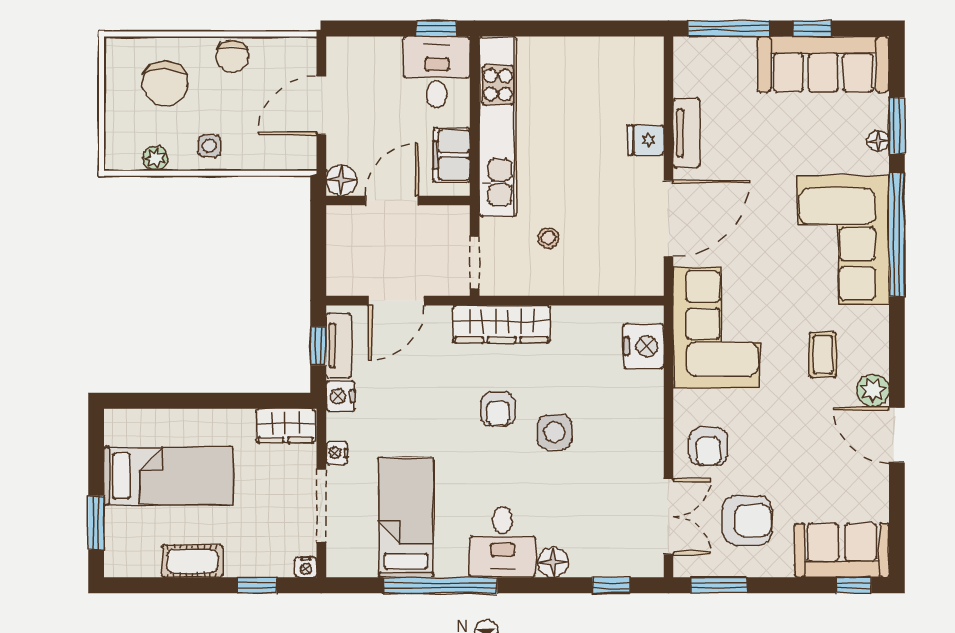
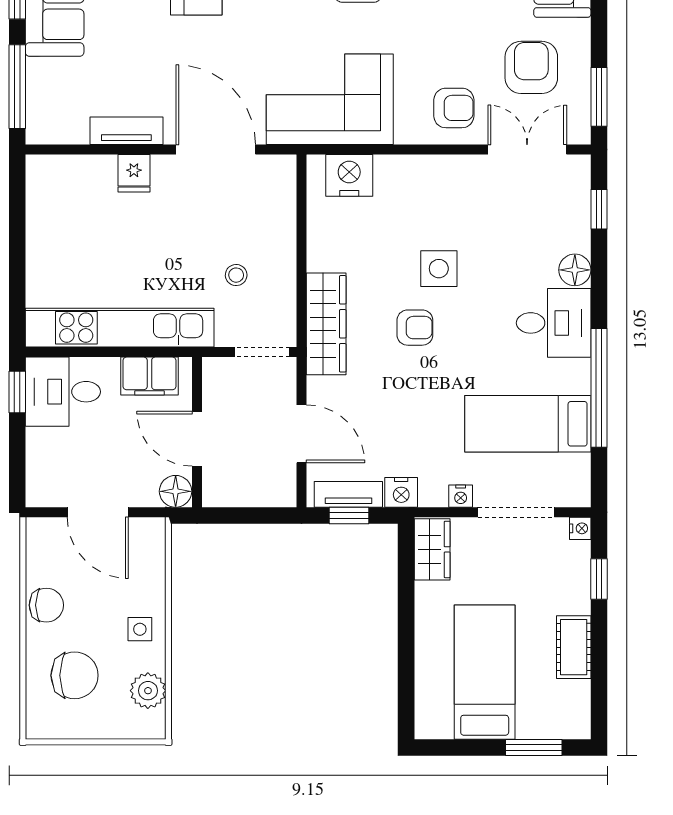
plant: (155, 158) -> (148, 691), width x1.38, depth x1.38

